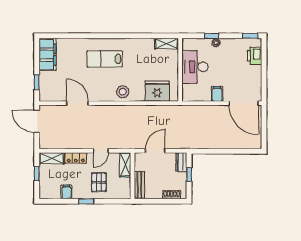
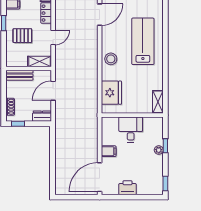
printer: (254, 56) -> (127, 188), moved
lab bench: (105, 59) -> (143, 41), width x1.36, depth x1.39
desk: (195, 67) -> (131, 130), width x0.73
door: (101, 151) -> (53, 37), swing flipped
door: (155, 151) -> (53, 91), swing flipped
window: (189, 174) -> (18, 124), moved

